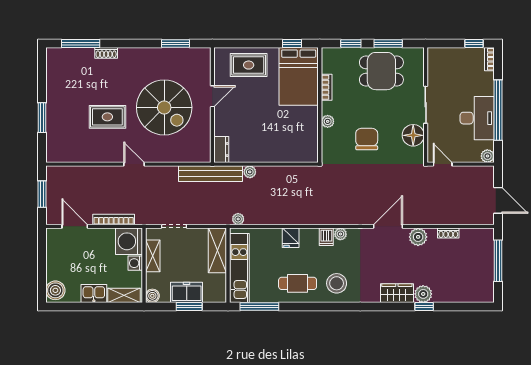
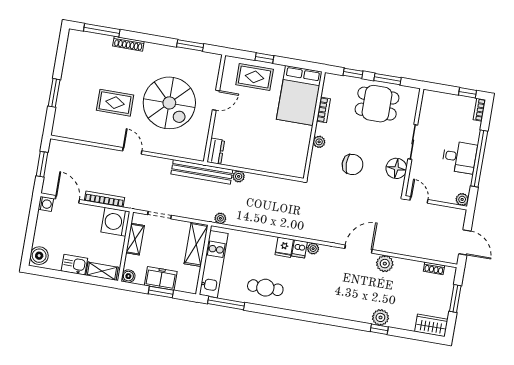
window: (292, 44) -> (264, 58), moved
shoe rack: (106, 53) -> (128, 44), width x1.43
desk: (477, 118) -> (459, 157), width x0.73
chair: (367, 139) -> (353, 165), turned 90
shoe rack: (448, 233) -> (434, 268), moved
fridge: (291, 238) -> (284, 247), moved
window: (498, 261) -> (455, 298), width x0.69
washing machine: (135, 263) -> (46, 204), moved, turned 180
stool: (337, 283) -> (302, 294), removed
wardrobe: (397, 293) -> (431, 325), moved

